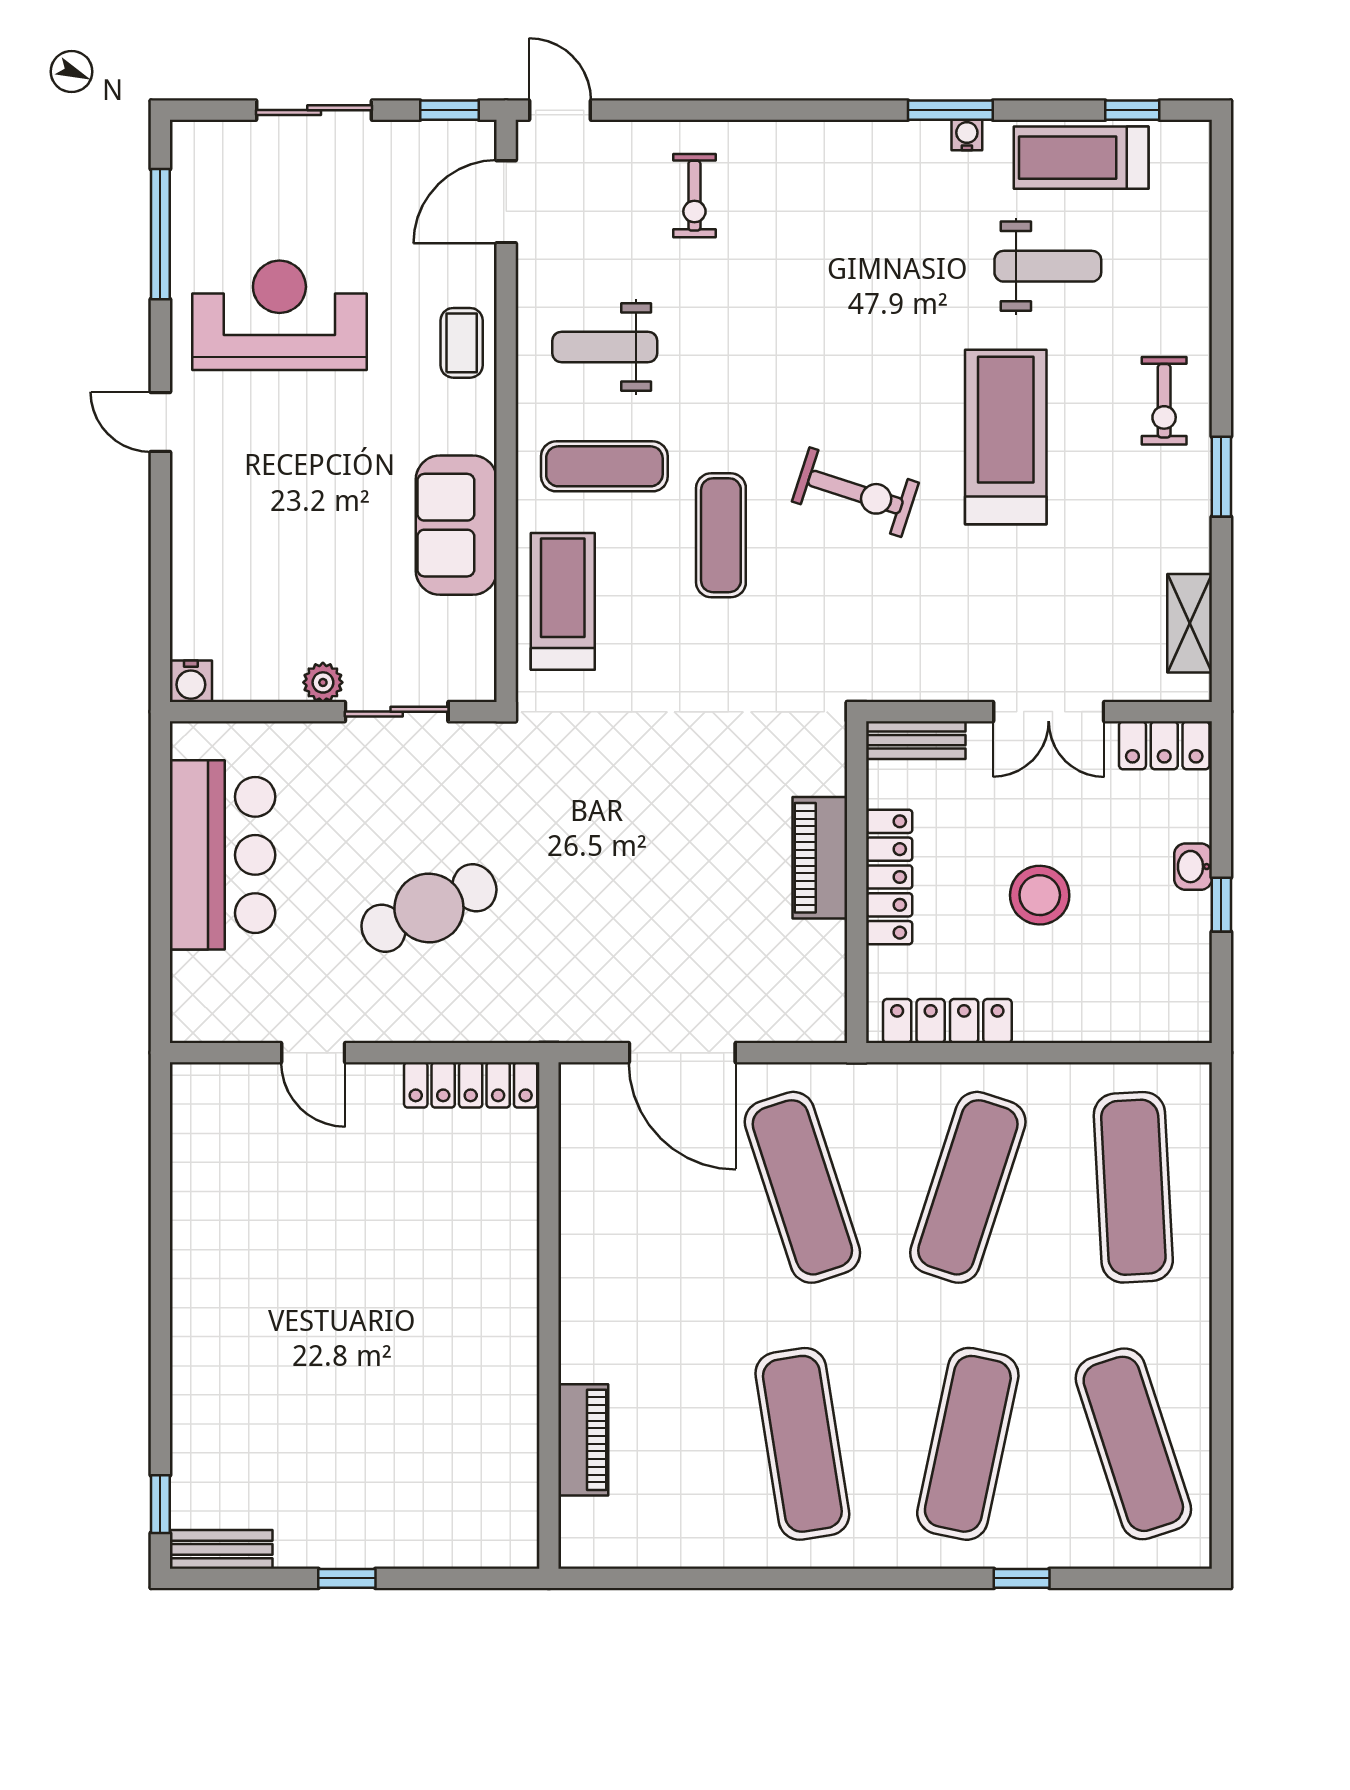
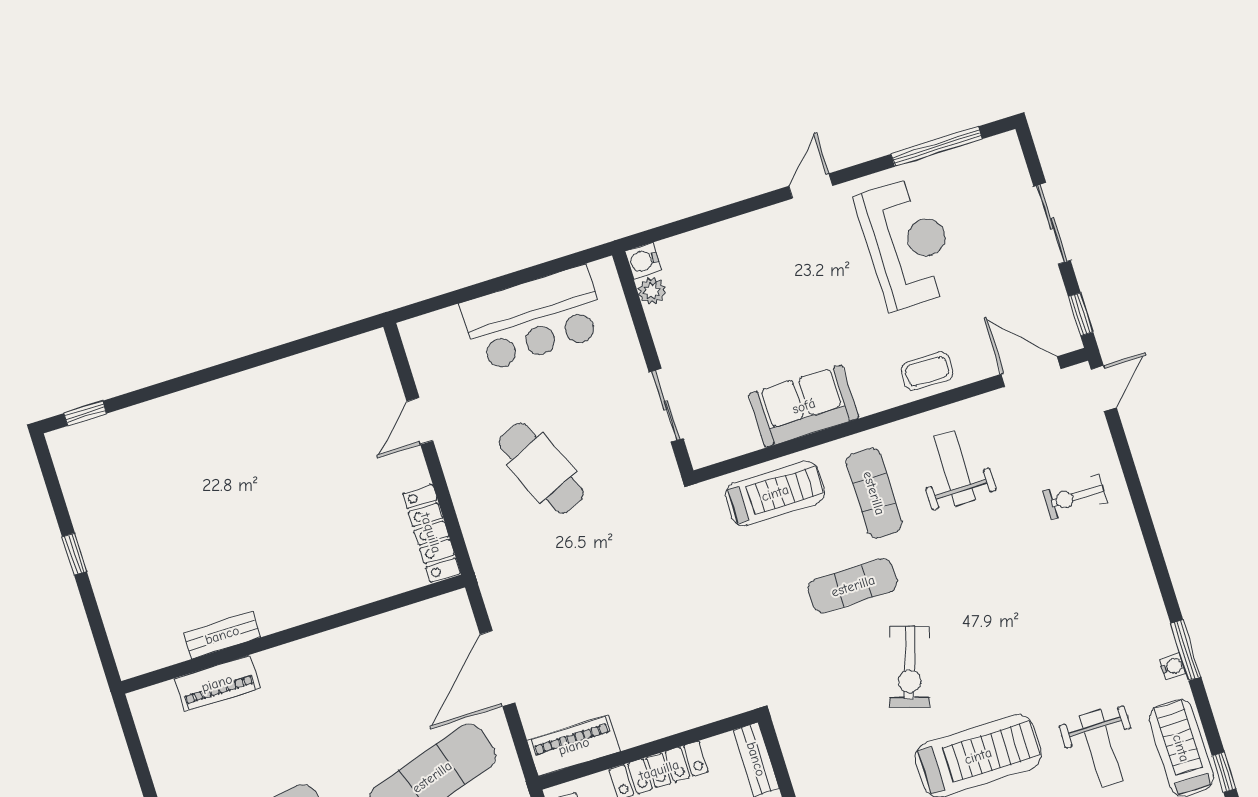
plant: (323, 682) -> (652, 291), moved
piano: (820, 858) -> (574, 746), moved
bench: (221, 1549) -> (222, 635), moved, turned 90

